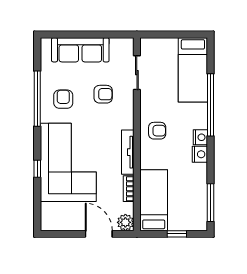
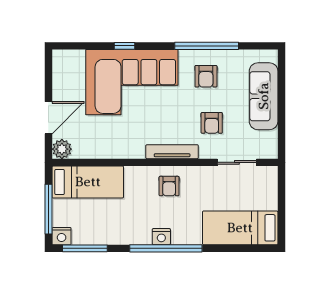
armchair: (63, 99) -> (206, 76), turned 90
window: (210, 105) -> (166, 248), moved
tv unit: (128, 152) -> (172, 152), moved
nightstand: (200, 154) -> (62, 236), moved
bookcase: (129, 189) -> (101, 153), removed
window: (177, 234) -> (48, 209), width x2.17

